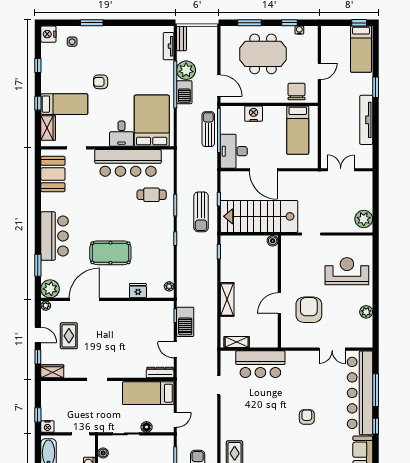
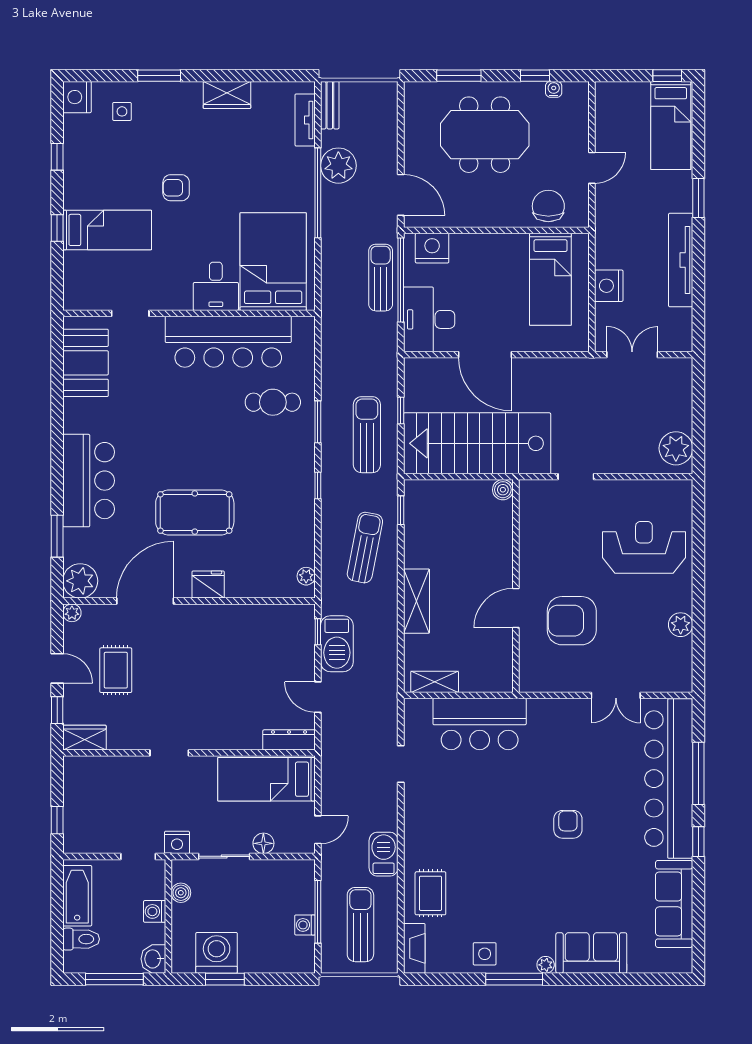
barbecue: (184, 92) -> (384, 854), moved, turned 180
nightstand: (254, 114) -> (432, 248), moved
wardrobe: (48, 128) -> (227, 95), moved, turned 90
nightstand: (328, 133) -> (609, 286), added
sun lounger: (201, 212) -> (367, 435), turned 180
sun lounger: (200, 271) -> (365, 548), added
fridge: (138, 291) -> (208, 585), moved
armchair: (309, 310) -> (572, 621), turned -90
nightstand: (47, 426) -> (177, 842), moved

